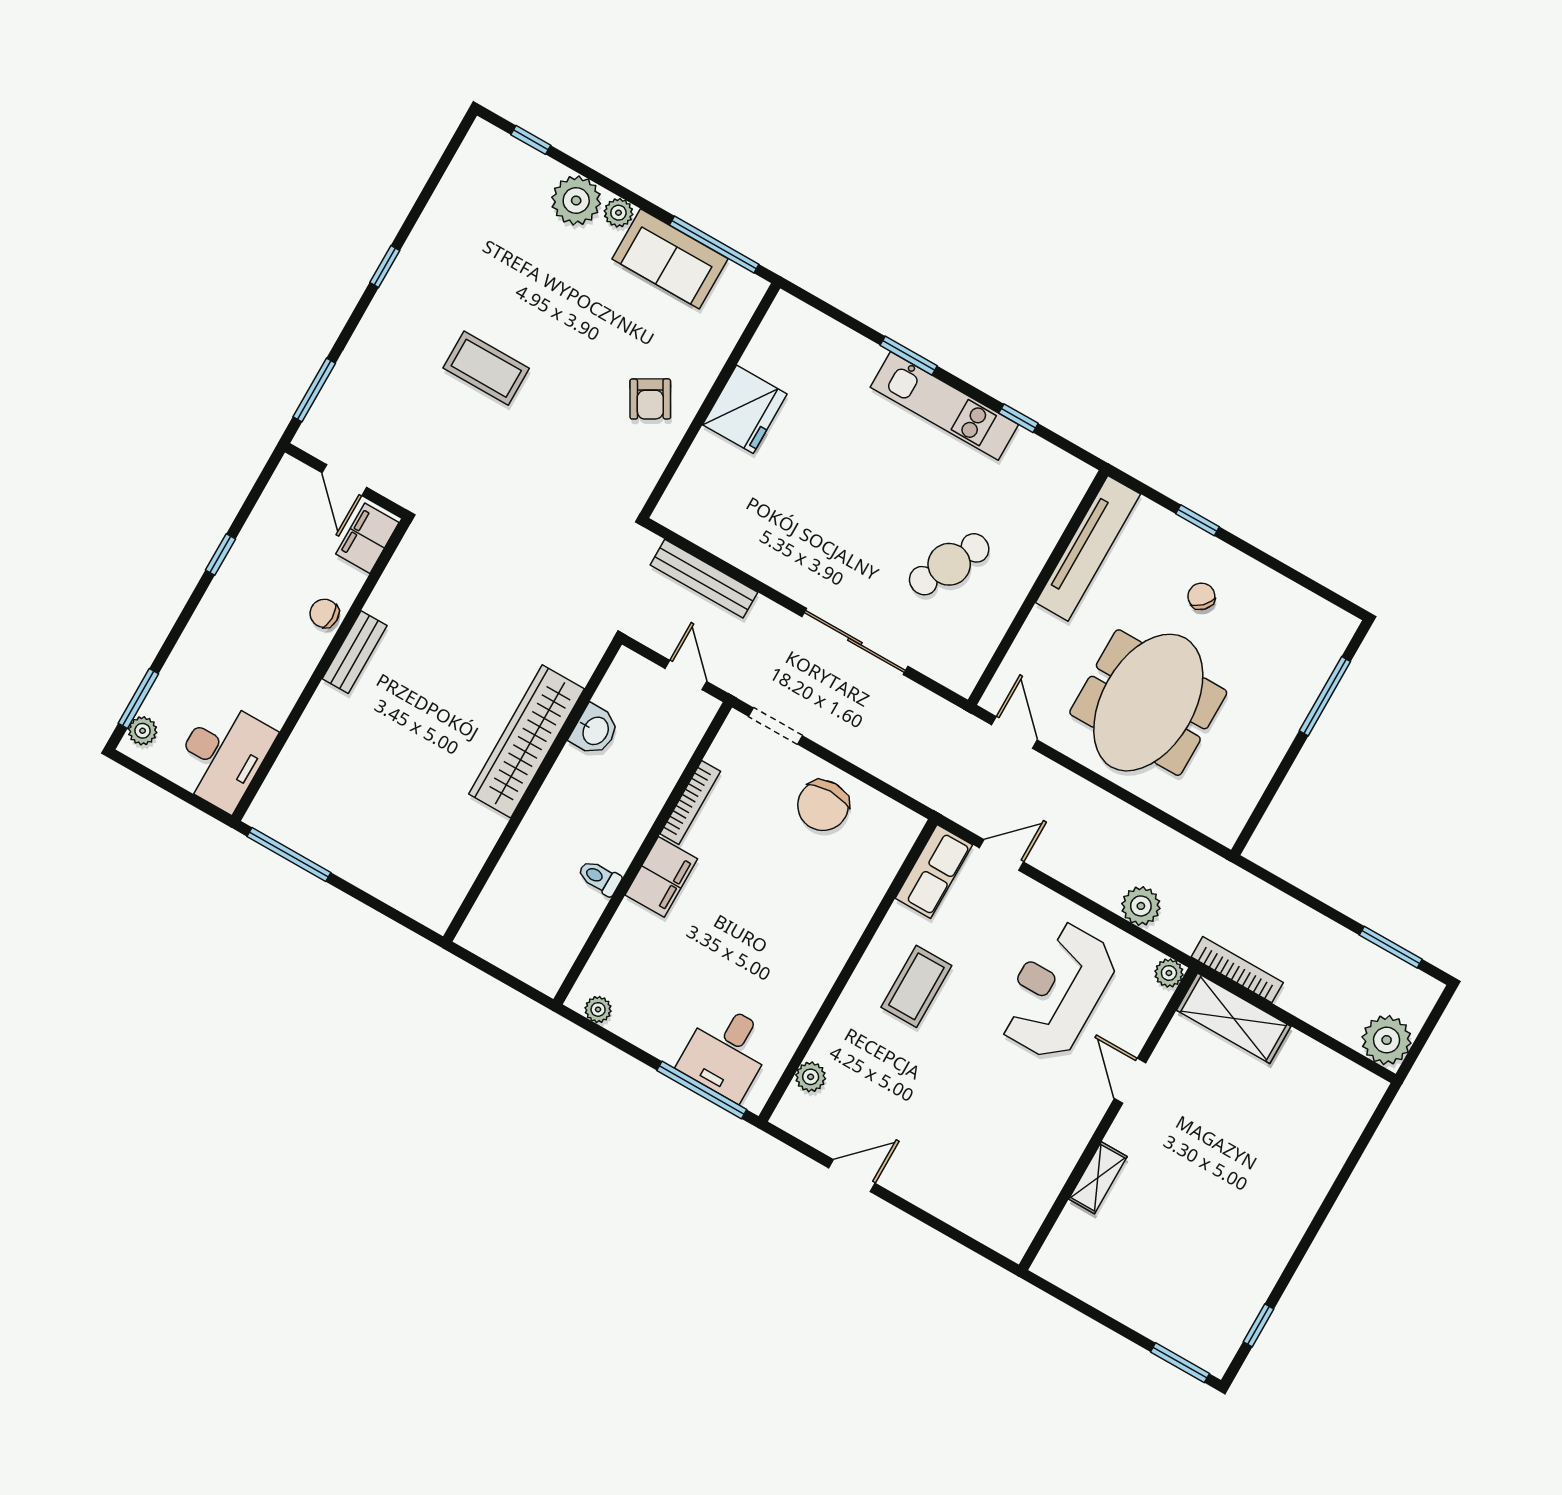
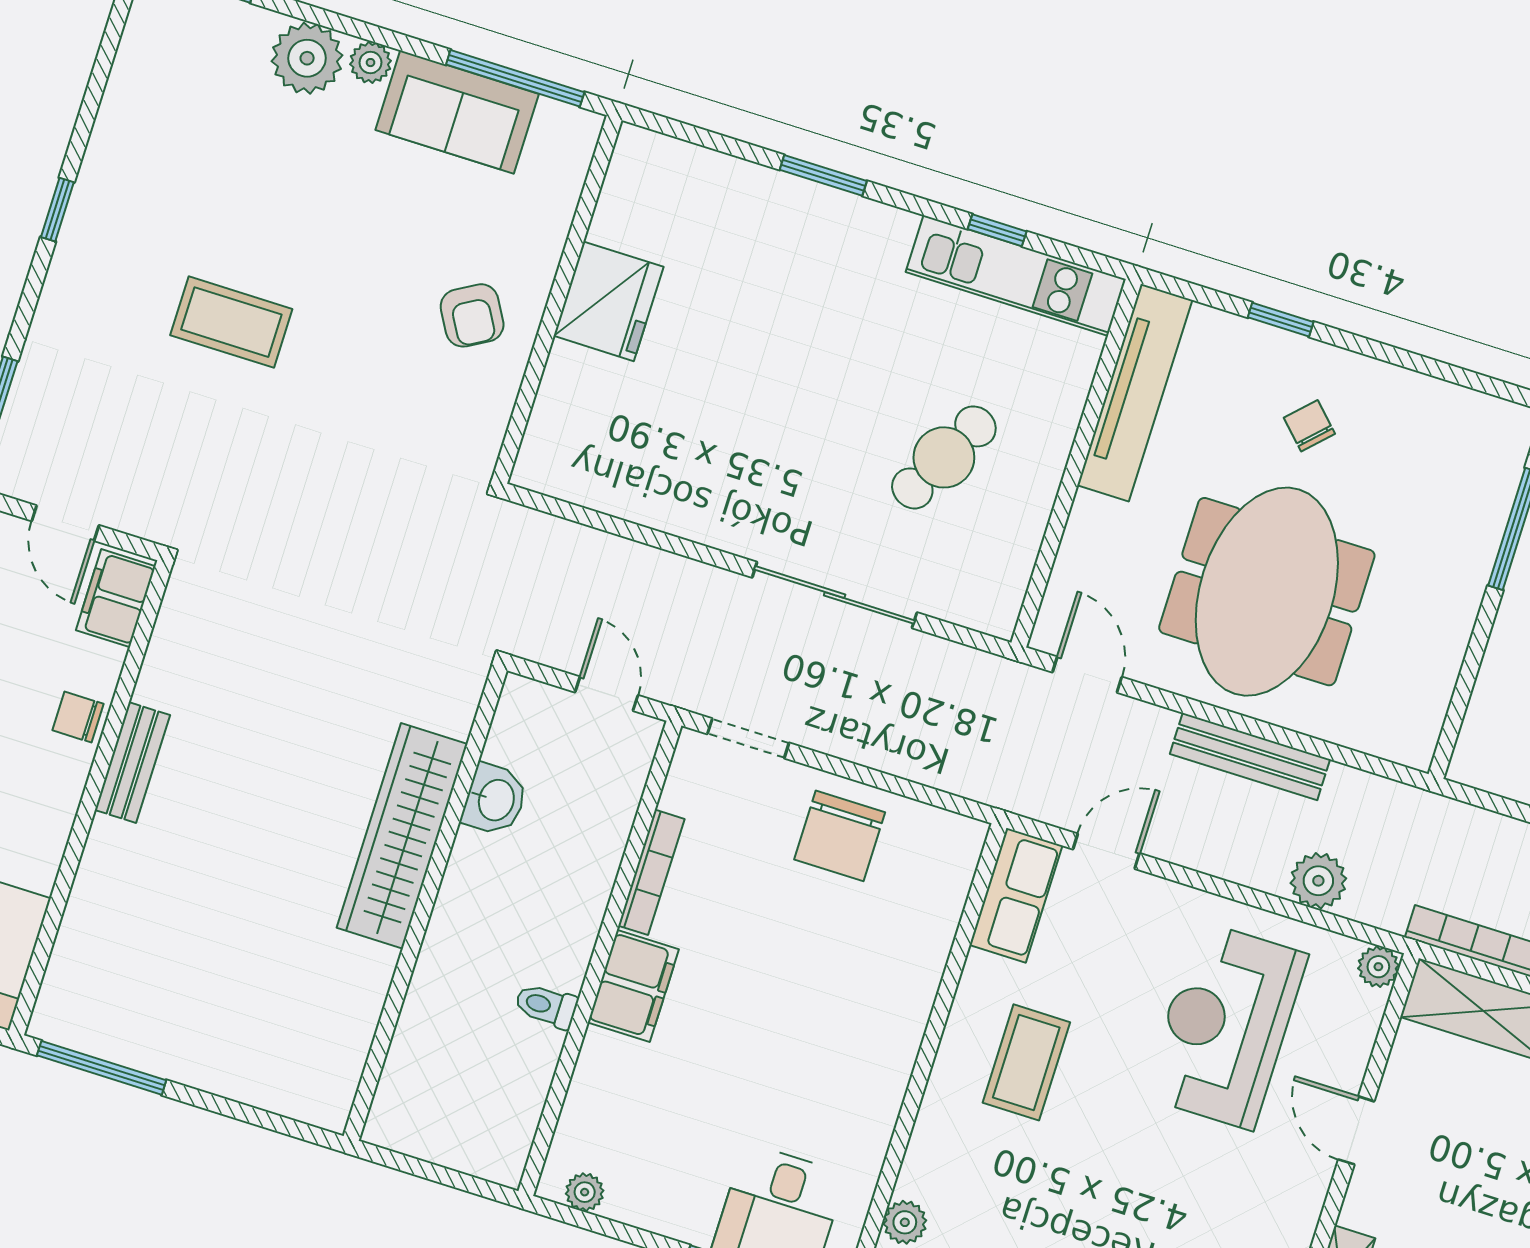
kitchen unit: (944, 406) -> (1016, 276), moved
bench: (704, 579) -> (1250, 757), moved

